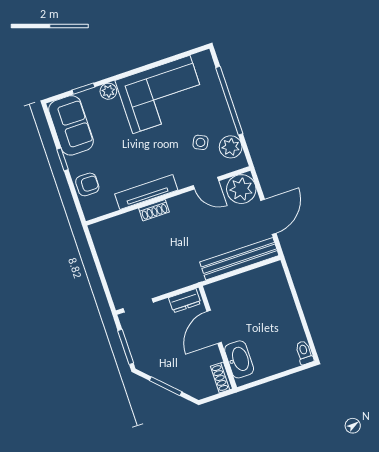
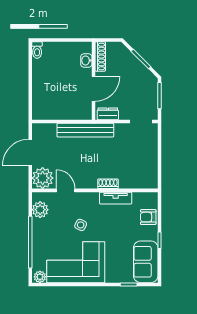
plant: (108, 91) -> (40, 277), moved
side table: (200, 142) -> (81, 225), moved
tv unit: (146, 192) -> (116, 198), width x0.71
bench: (239, 259) -> (85, 130), moved
washbasin: (239, 359) -> (86, 60), width x0.52, depth x0.69
shoe rack: (221, 377) -> (100, 56), width x1.43

